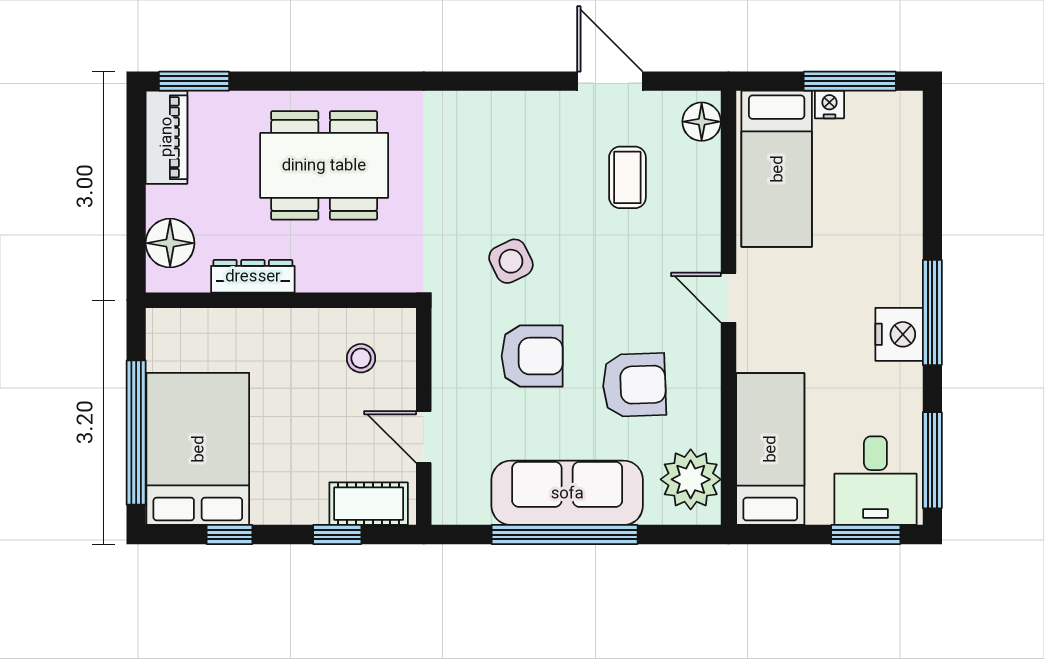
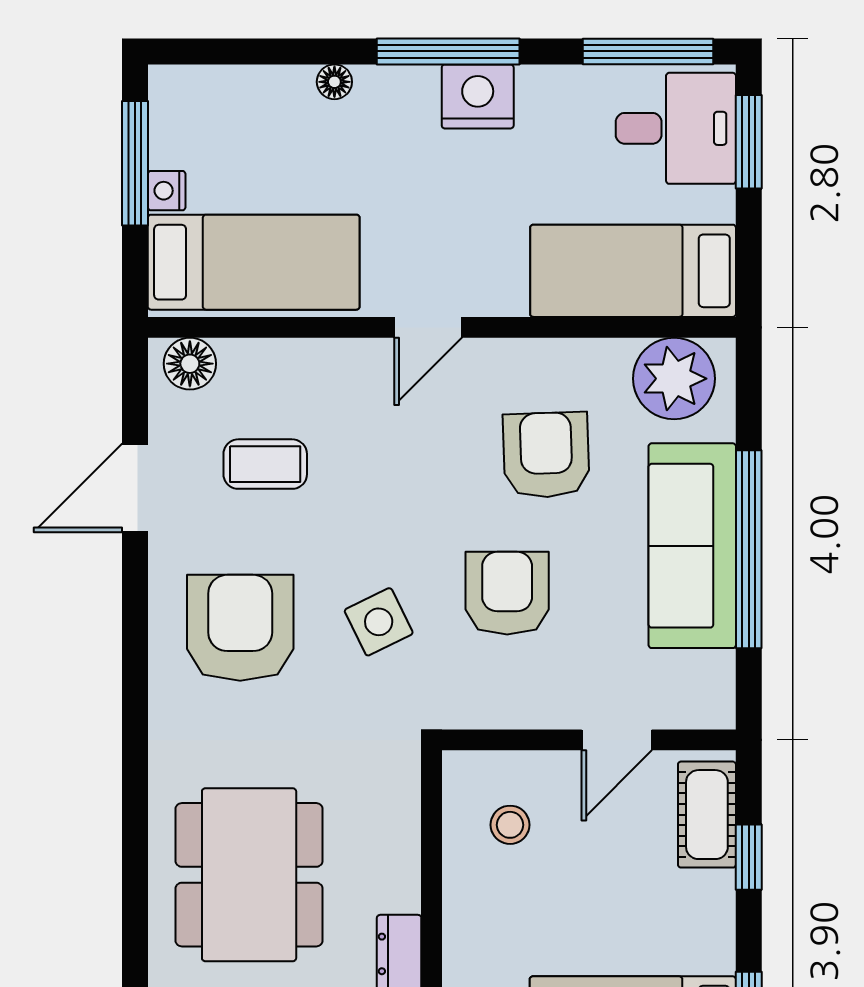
armchair: (507, 159) -> (240, 628), added
floor lamp: (910, 228) -> (334, 82), added

